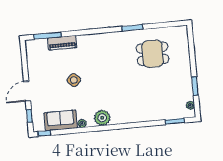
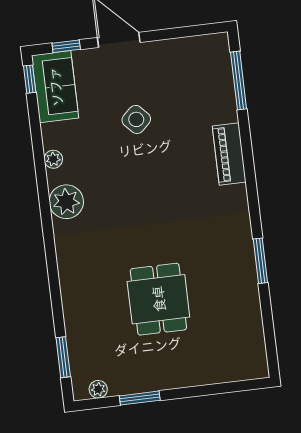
piano: (62, 43) -> (229, 154), moved
dining table: (153, 54) -> (158, 299), moved
side table: (74, 80) -> (136, 119), moved
sofa: (61, 120) -> (55, 87), moved

